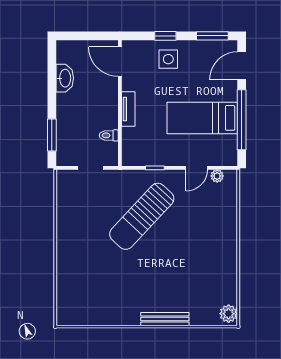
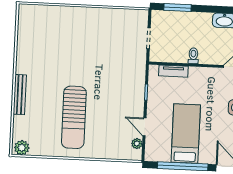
tv unit: (128, 109) -> (173, 71), moved
toilet: (109, 135) -> (193, 56), moved
sun lounger: (142, 216) -> (74, 117), moved, turned -133

